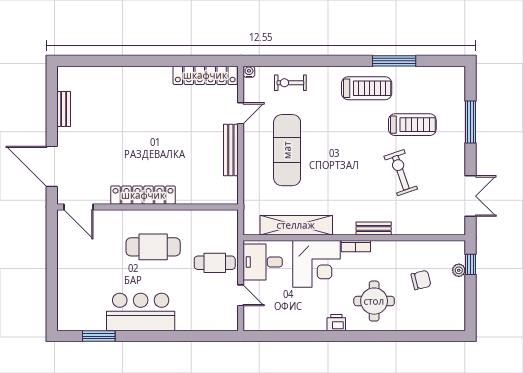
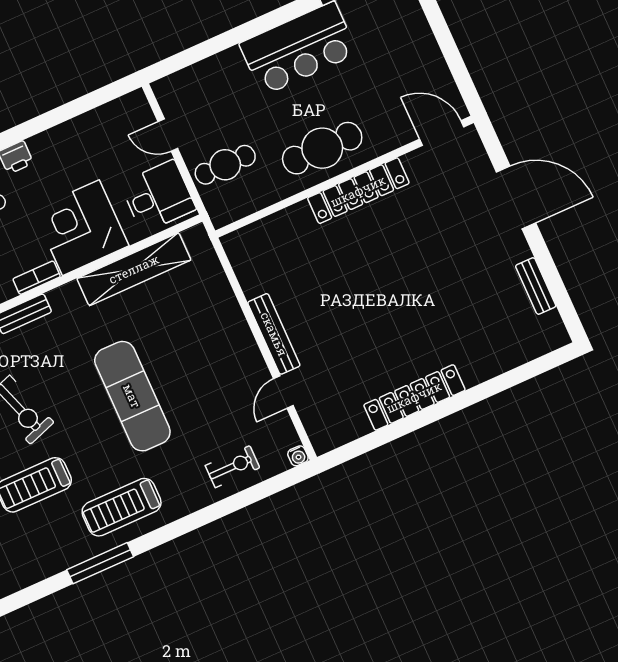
locker: (205, 75) -> (414, 397), moved
exercise mat: (287, 150) -> (132, 396), moved
locker: (143, 195) -> (358, 191), moved
door: (79, 207) -> (442, 133), moved
wall: (147, 207) -> (344, 177), moved

